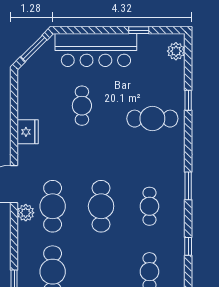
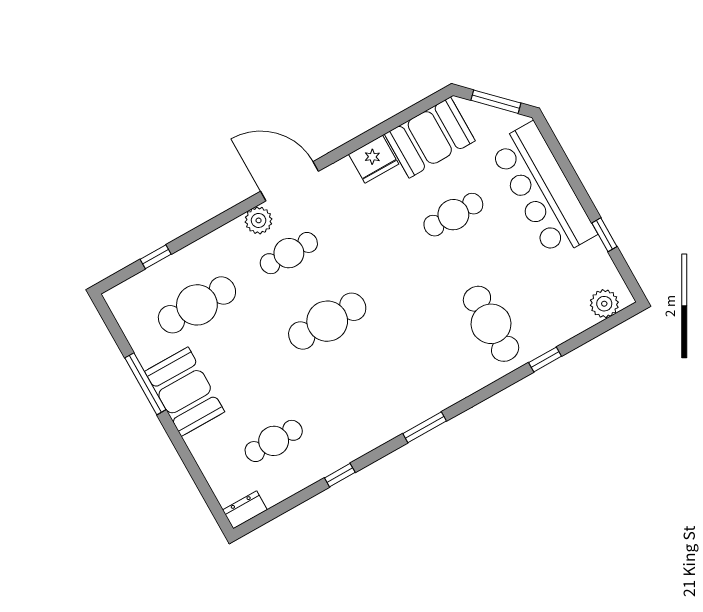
booth: (33, 95) -> (430, 137), added
cafe table: (53, 206) -> (289, 253), width x0.73, depth x0.74
cafe table: (149, 206) -> (366, 389), removed

